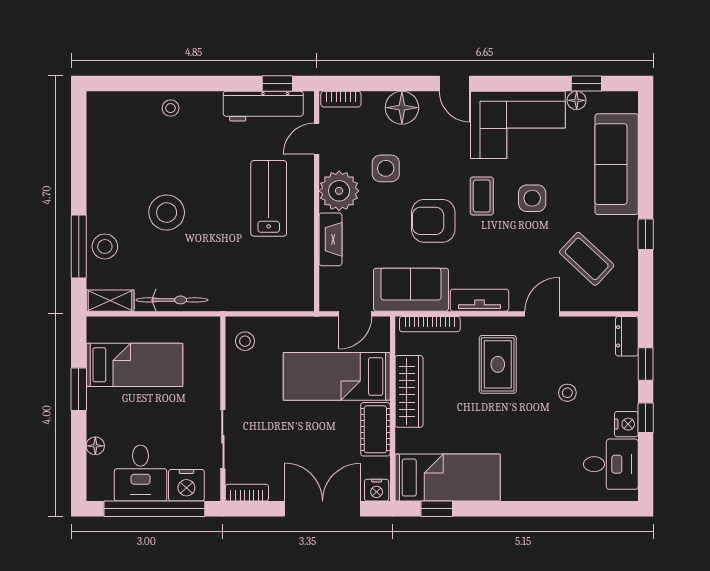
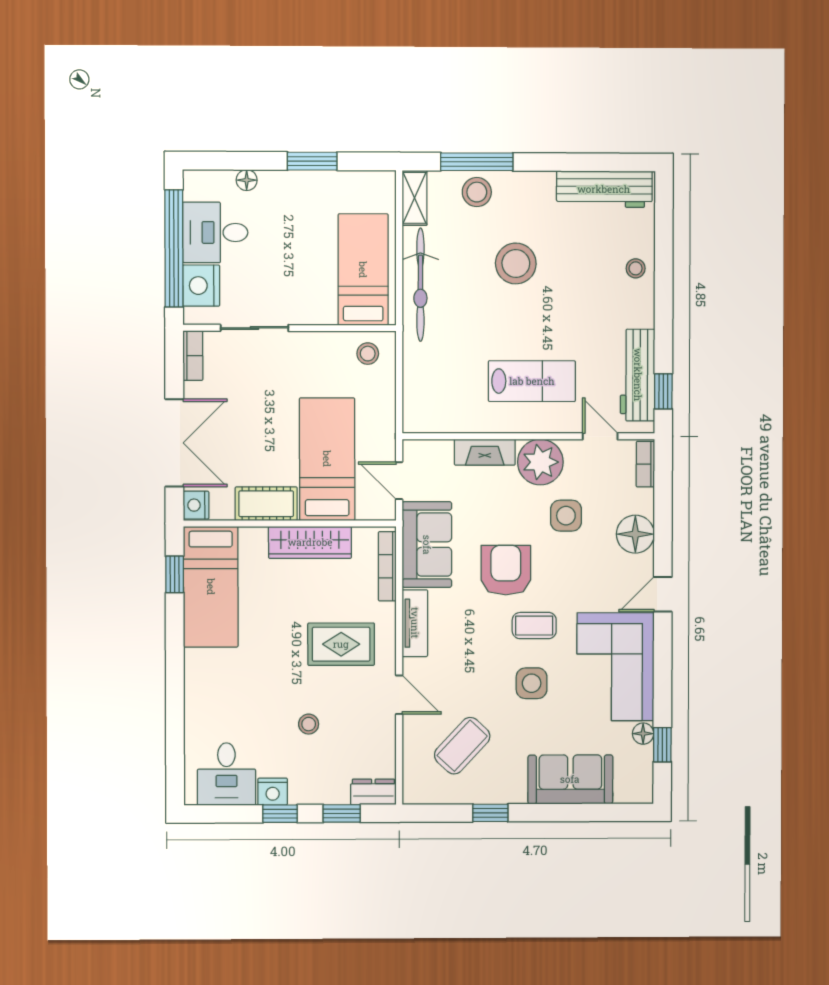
workbench: (102, 135) -> (604, 189), added
sofa: (617, 164) -> (570, 779), width x0.73
bicycle: (172, 300) -> (420, 285), width x1.37, depth x1.40
bed: (134, 365) -> (363, 270), moved, turned 180

